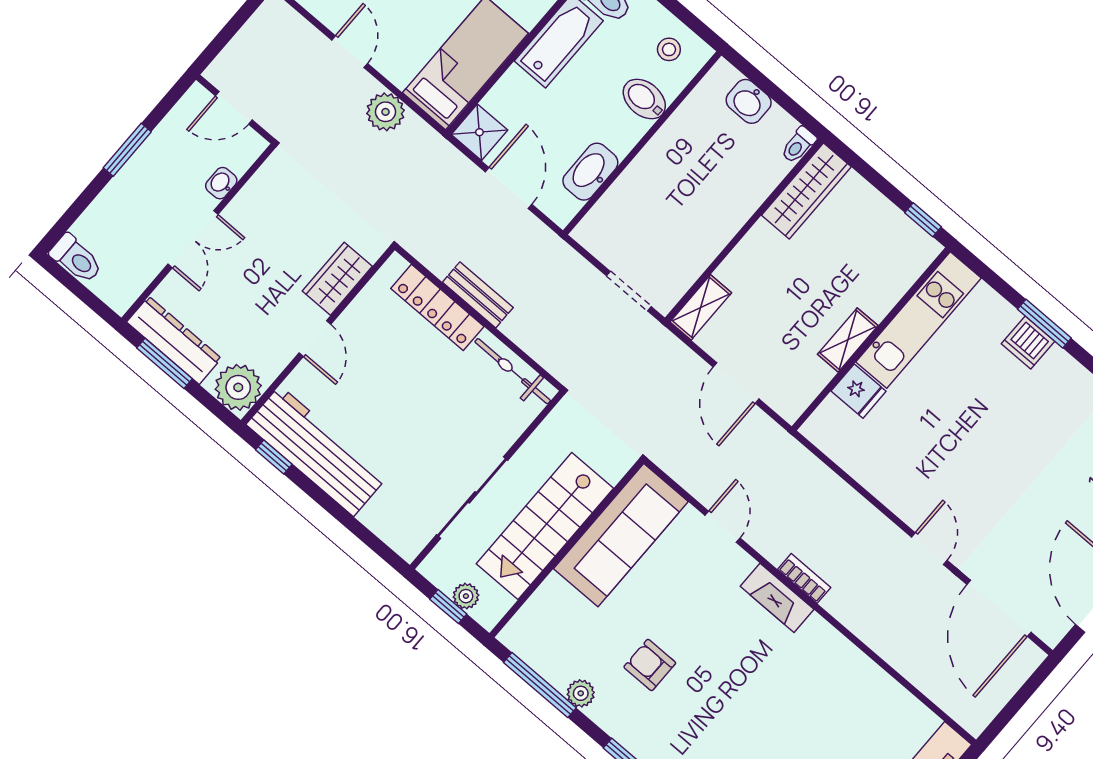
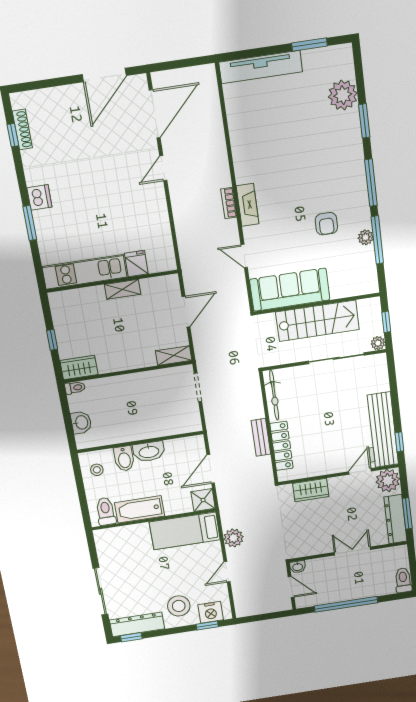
window: (127, 150) -> (346, 604), width x2.11
washbasin: (590, 172) -> (149, 452), moved
washbasin: (221, 183) -> (298, 567), moved
wardrobe: (806, 191) -> (79, 367), width x0.67
window: (923, 220) -> (52, 340), moved
door: (315, 339) -> (360, 471), moved
dishwasher: (1028, 343) -> (39, 197), moved
door: (722, 527) -> (244, 256), hinge flipped
plant: (466, 596) -> (378, 343), moved
window: (540, 685) -> (377, 240), moved

